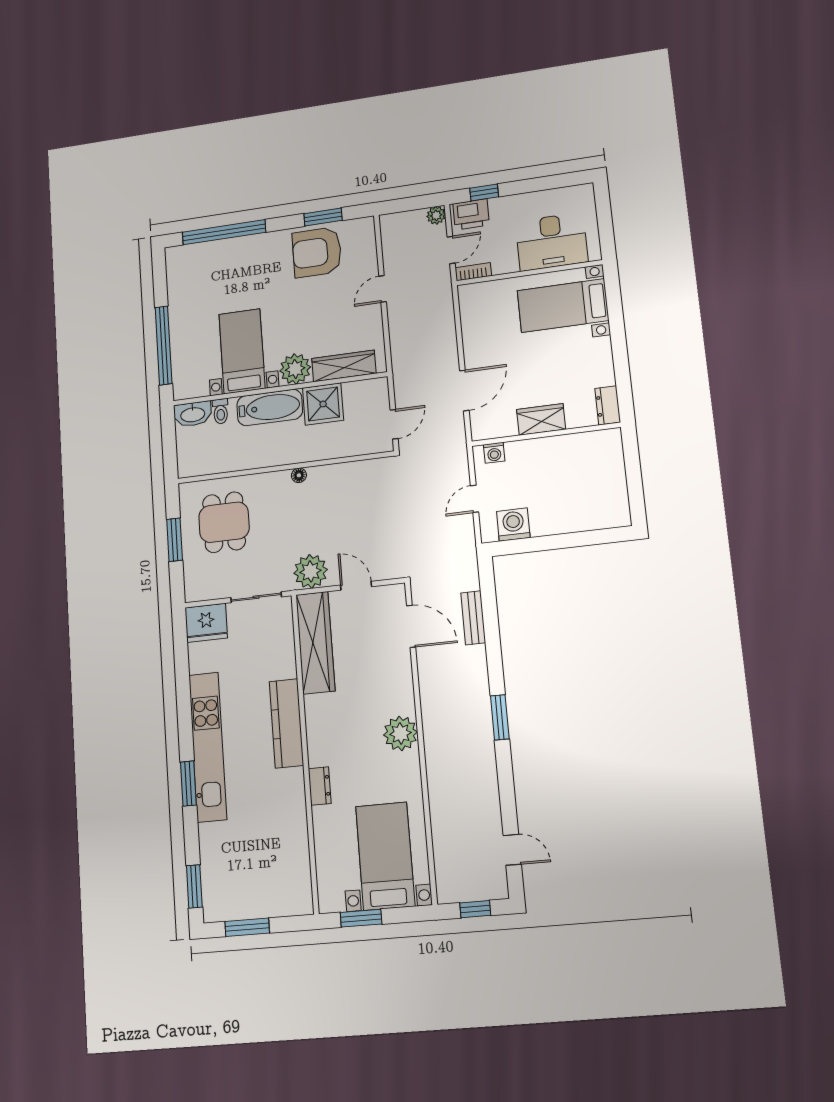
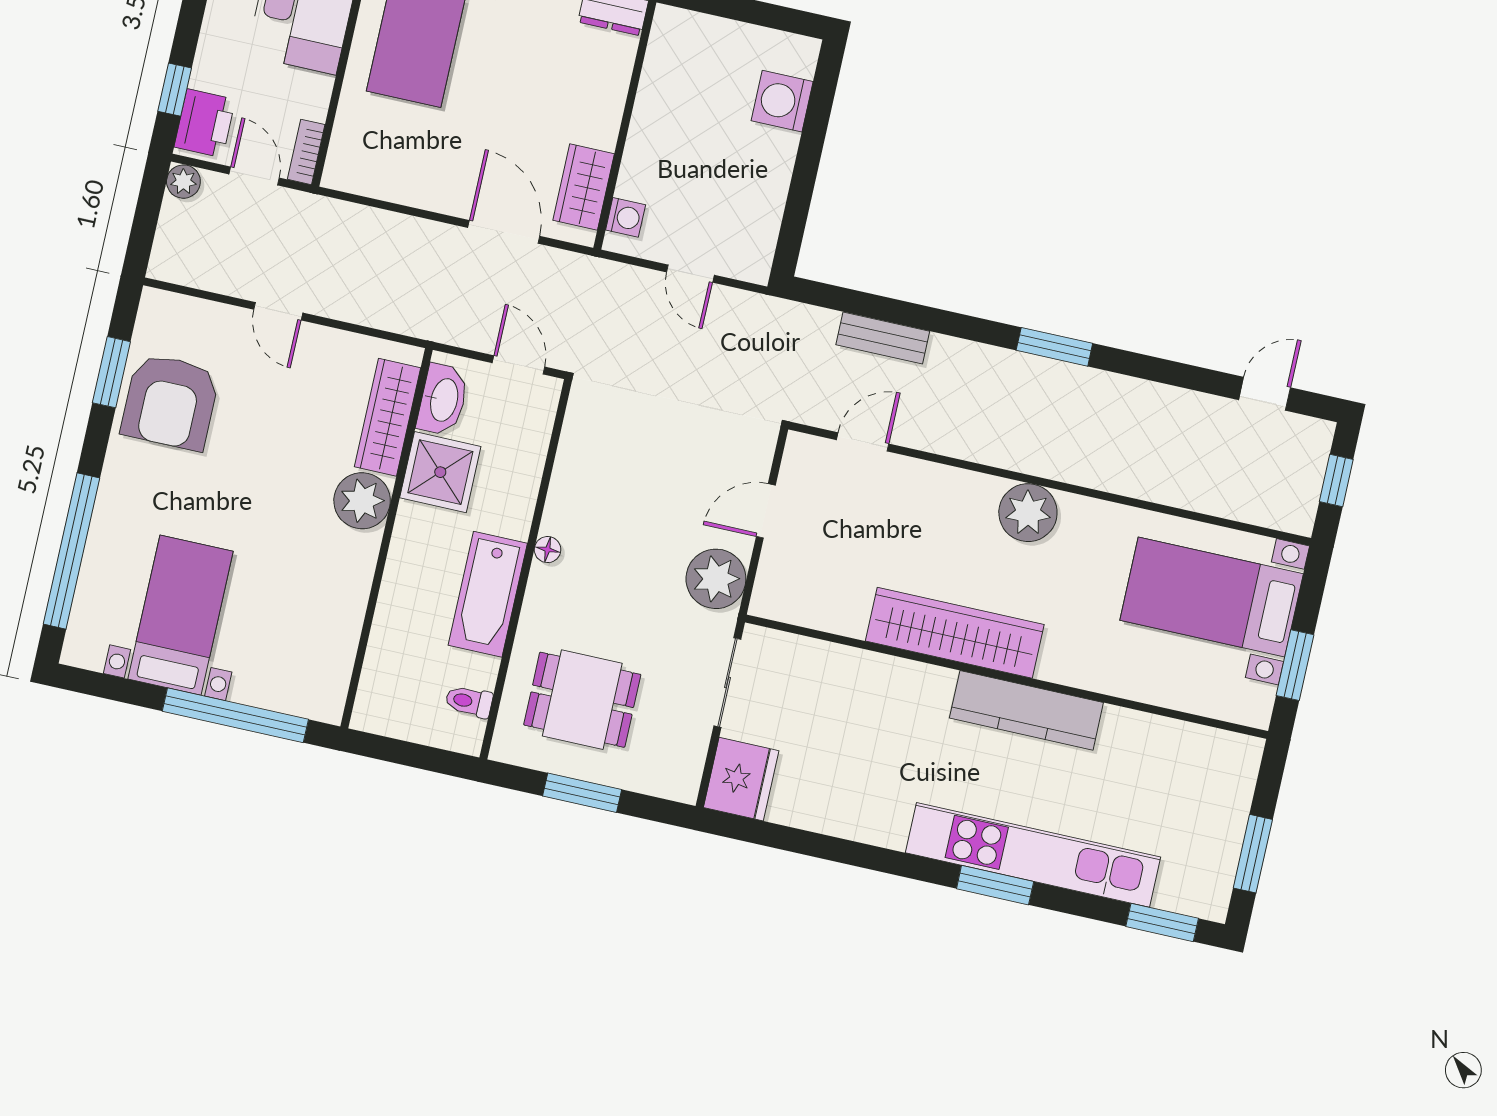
bed with nightstands: (242, 351) -> (180, 615), moved, turned 90
bathtub: (270, 408) -> (488, 594), moved, turned 180
toilet: (221, 411) -> (469, 701), moved, turned 180
washbasin: (193, 414) -> (443, 400), moved
wardrobe: (541, 419) -> (584, 187), moved
washing machine: (513, 525) -> (782, 101), moved
door: (411, 626) -> (863, 442), width x0.73
wardrobe: (315, 643) -> (955, 633), moved
kitchen counter: (286, 723) -> (1026, 710), moved
kitchen unit: (208, 747) -> (1033, 855), moved
dresser: (320, 786) -> (1069, 669), removed

